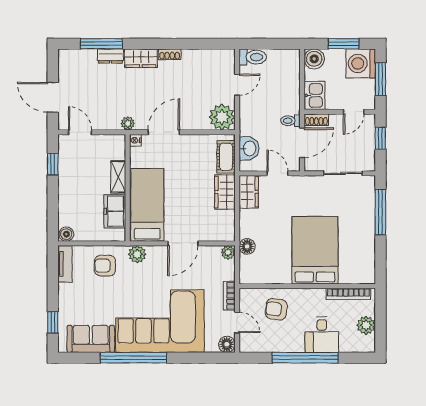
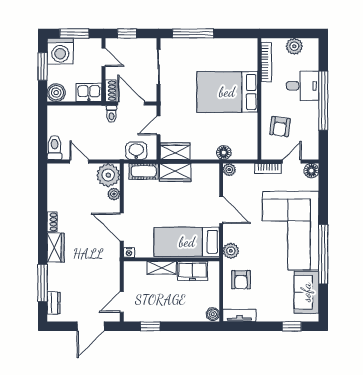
dresser: (110, 56) -> (54, 303), moved
plant: (128, 123) -> (114, 194), moved

